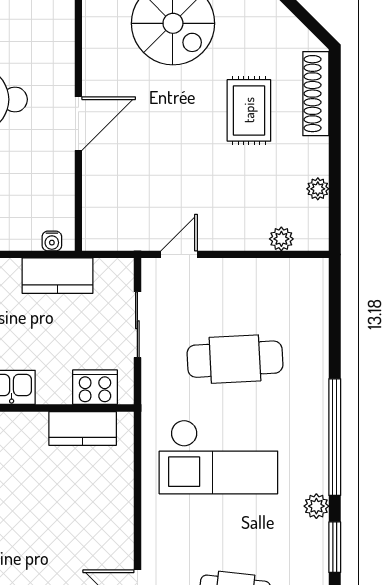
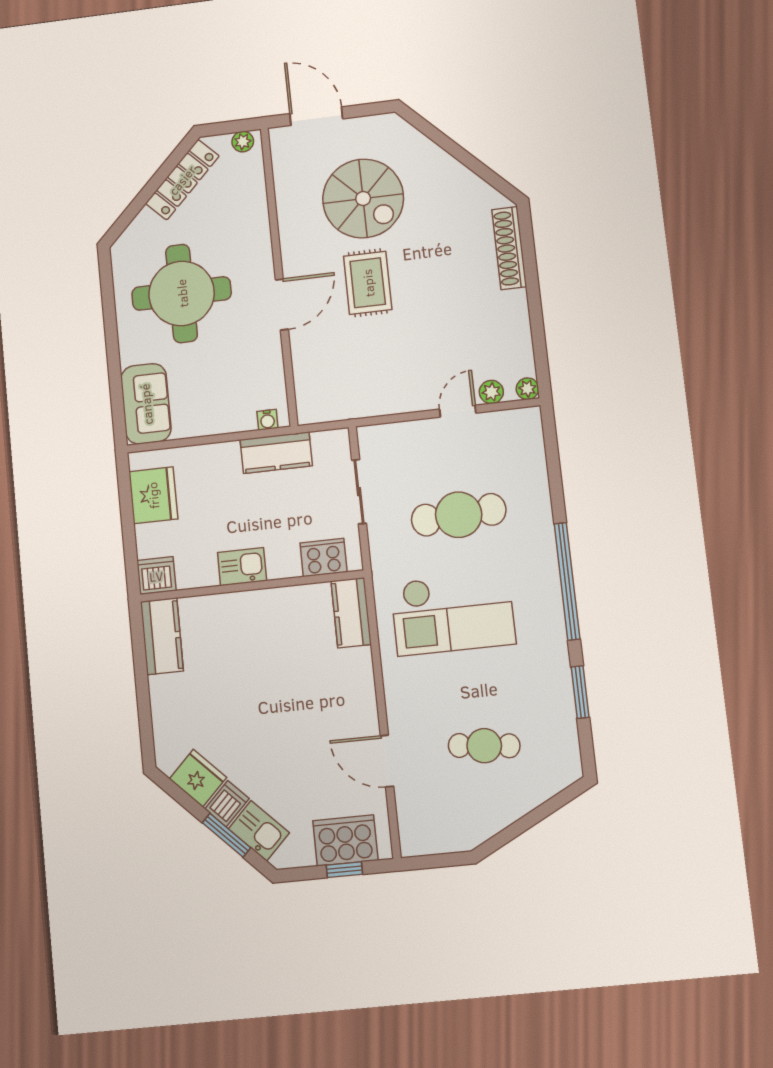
rug: (249, 110) -> (368, 283), moved
plant: (318, 189) -> (527, 389), moved
door: (179, 254) -> (458, 411), moved
kitchen counter: (83, 428) -> (351, 613), moved, turned 90
plant: (316, 506) -> (557, 653), removed

